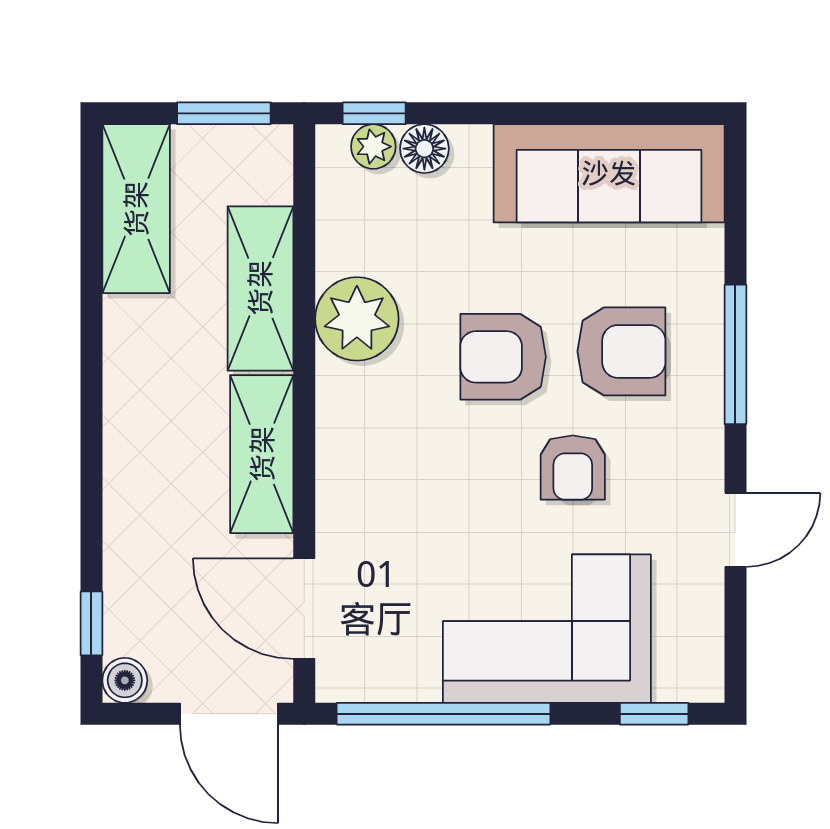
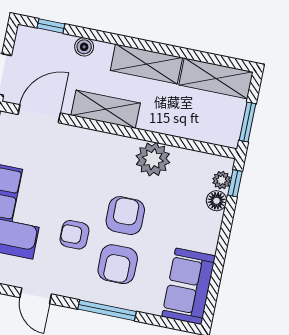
sofa: (609, 173) -> (189, 286), width x0.73
shelving: (260, 288) -> (146, 64), moved
boiler: (125, 680) -> (84, 47), moved

